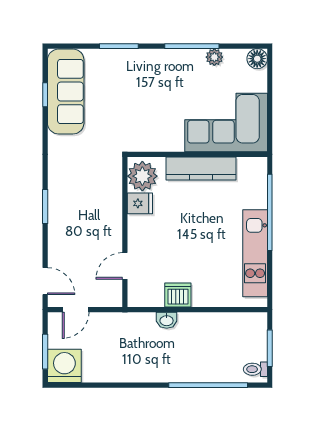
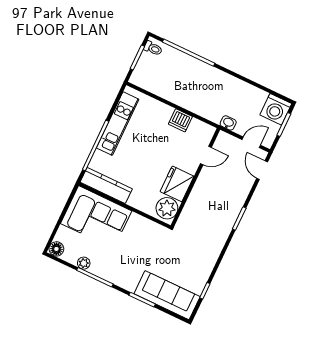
sofa: (66, 92) -> (167, 295), moved, turned 90
kitchen counter: (201, 168) -> (106, 185), moved
fridge: (140, 203) -> (177, 184), width x1.88, depth x1.34
washbasin: (167, 320) -> (228, 123), moved

